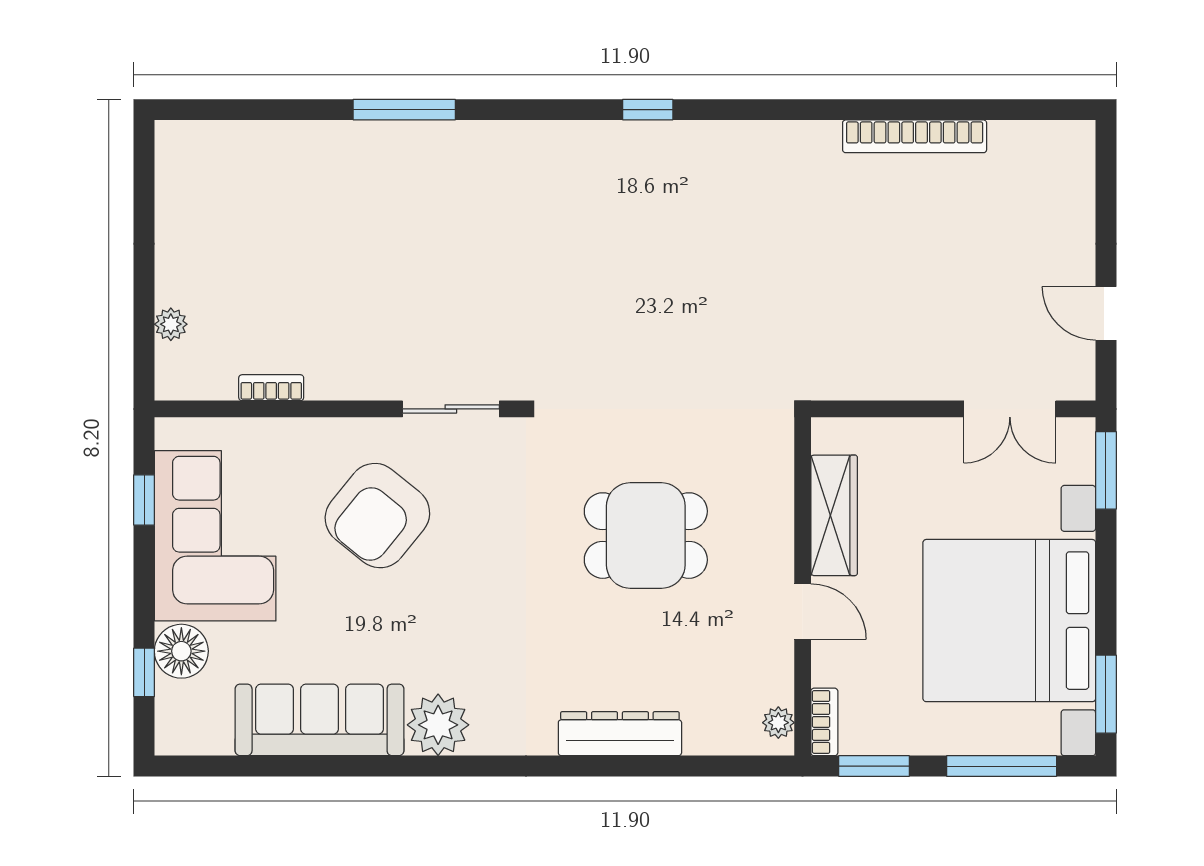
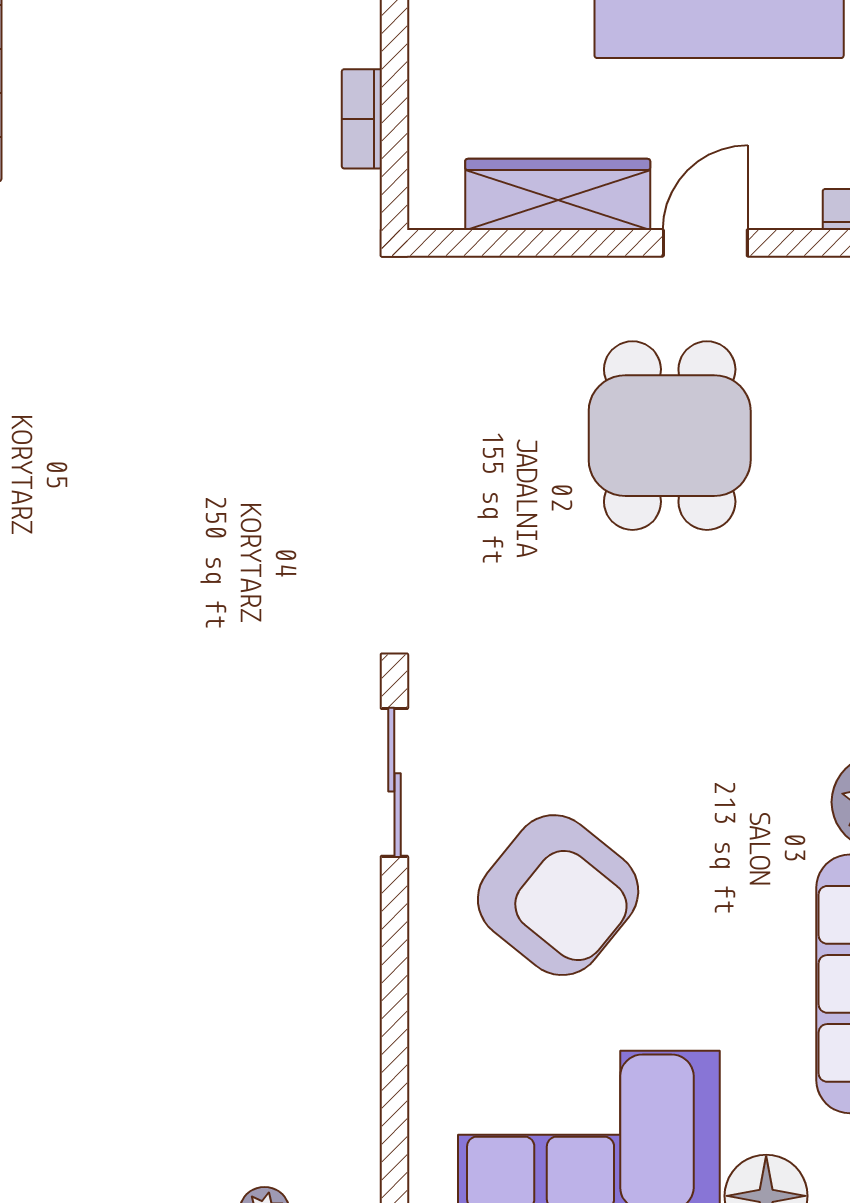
bookcase: (271, 388) -> (362, 119), moved
dining table: (646, 536) -> (670, 436), moved

